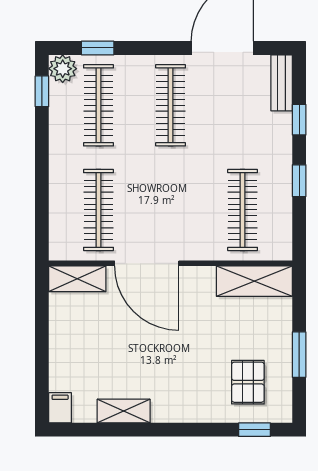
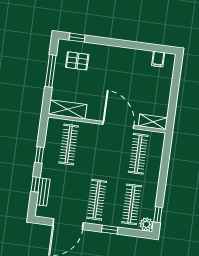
window: (98, 48) -> (110, 230), moved
bench: (282, 83) -> (43, 192), moved
window: (299, 355) -> (51, 71), width x1.44
pallet: (248, 382) -> (77, 61), turned 90
filing cabinet: (60, 408) -> (158, 59), moved
shelving: (124, 411) -> (139, 55), removed

